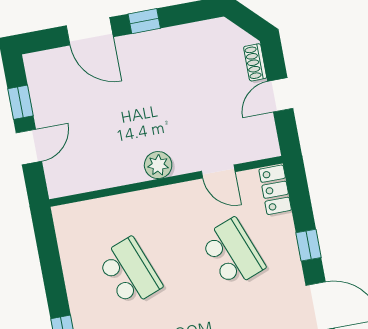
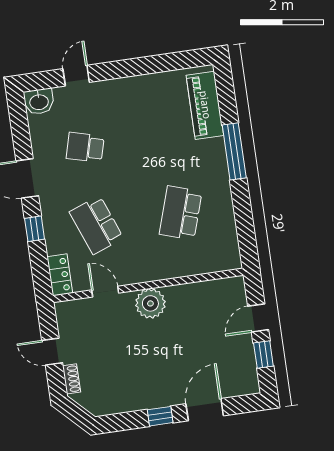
door: (90, 31) -> (205, 410), hinge flipped
door: (280, 95) -> (52, 352), swing flipped
plant: (158, 165) -> (150, 303), width x1.36, depth x1.36
school desk: (130, 272) -> (181, 213), turned 39

